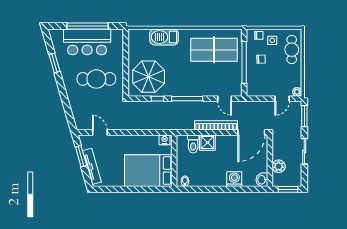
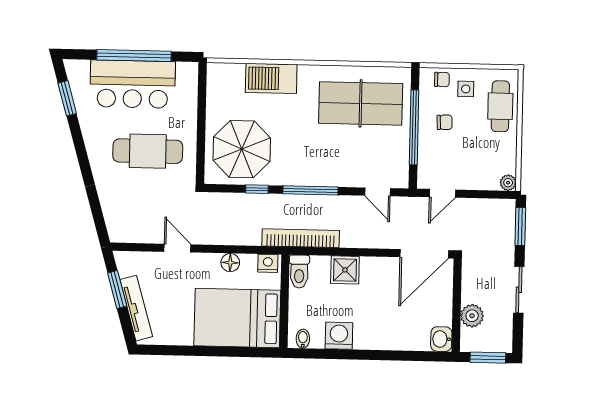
window: (54, 63) -> (67, 98), moved
door: (282, 99) -> (442, 193), moved
bookcase: (216, 125) -> (301, 238), moved
door: (100, 133) -> (177, 248), moved
floor lamp: (144, 140) -> (230, 263), added
toilet: (193, 144) -> (299, 272), moved
washing machine: (234, 179) -> (339, 336), moved

